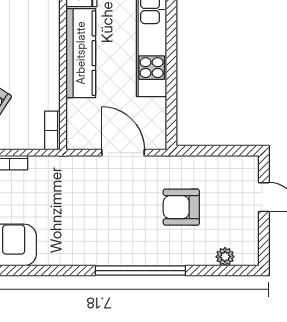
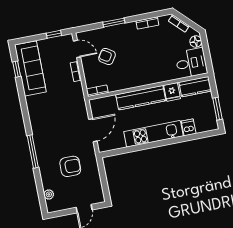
armchair: (181, 207) -> (70, 166), turned 91
window: (140, 271) -> (33, 151), width x0.68

